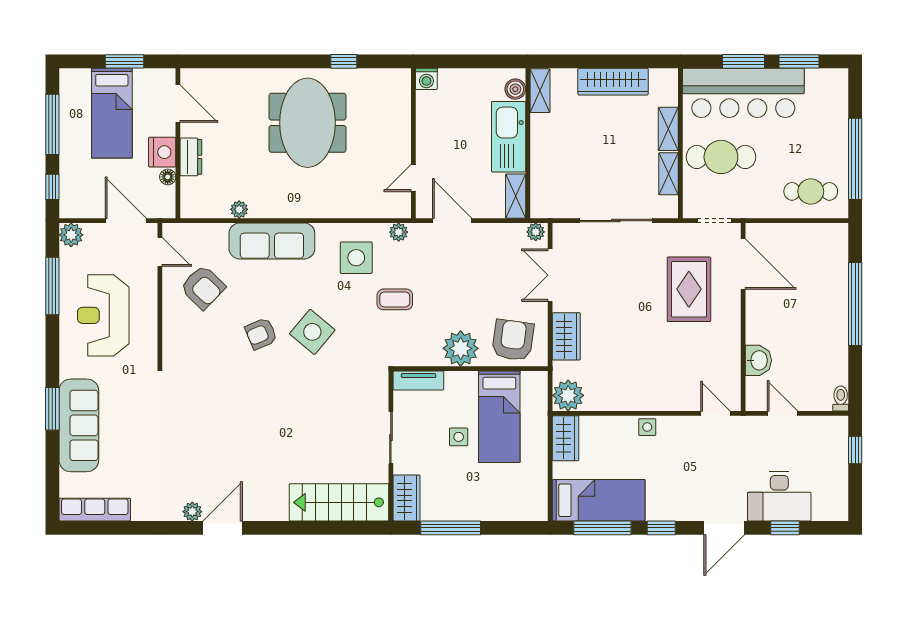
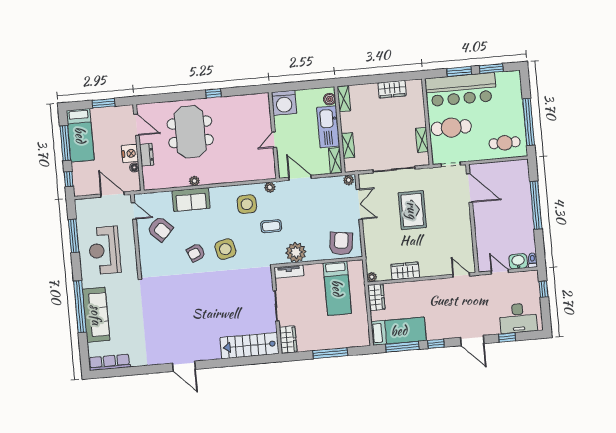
window: (344, 61) -> (213, 93), moved
washing machine: (426, 79) -> (284, 103), width x1.89, depth x1.89
wardrobe: (613, 82) -> (392, 89), width x0.67
bed: (112, 113) -> (80, 135), moved
meeting table: (308, 123) -> (190, 132), moved
shelving: (668, 129) -> (348, 145), moved
door: (413, 178) -> (274, 140), moved
plant: (239, 209) -> (194, 181), moved
plant: (71, 235) -> (82, 206), removed
sofa: (272, 241) -> (191, 199), width x0.73
double door: (550, 275) -> (359, 204), swing flipped
rug: (689, 289) -> (412, 210), moved
side table: (312, 332) -> (225, 249), turned 37
wardrobe: (566, 336) -> (405, 271), moved, turned -90
plant: (461, 348) -> (296, 252), moved
washbasin: (758, 360) -> (518, 261), moved, turned -90
plant: (568, 395) -> (372, 277), width x0.53, depth x0.53
window: (52, 409) -> (80, 307), width x2.11
side table: (647, 427) -> (423, 287), removed
side table: (459, 437) -> (315, 302), removed
desk: (779, 496) -> (518, 318), moved
plant: (192, 512) -> (166, 358), removed
door: (223, 528) -> (184, 366), swing flipped
window: (451, 528) -> (330, 353), moved
door: (724, 528) -> (472, 341), hinge flipped

